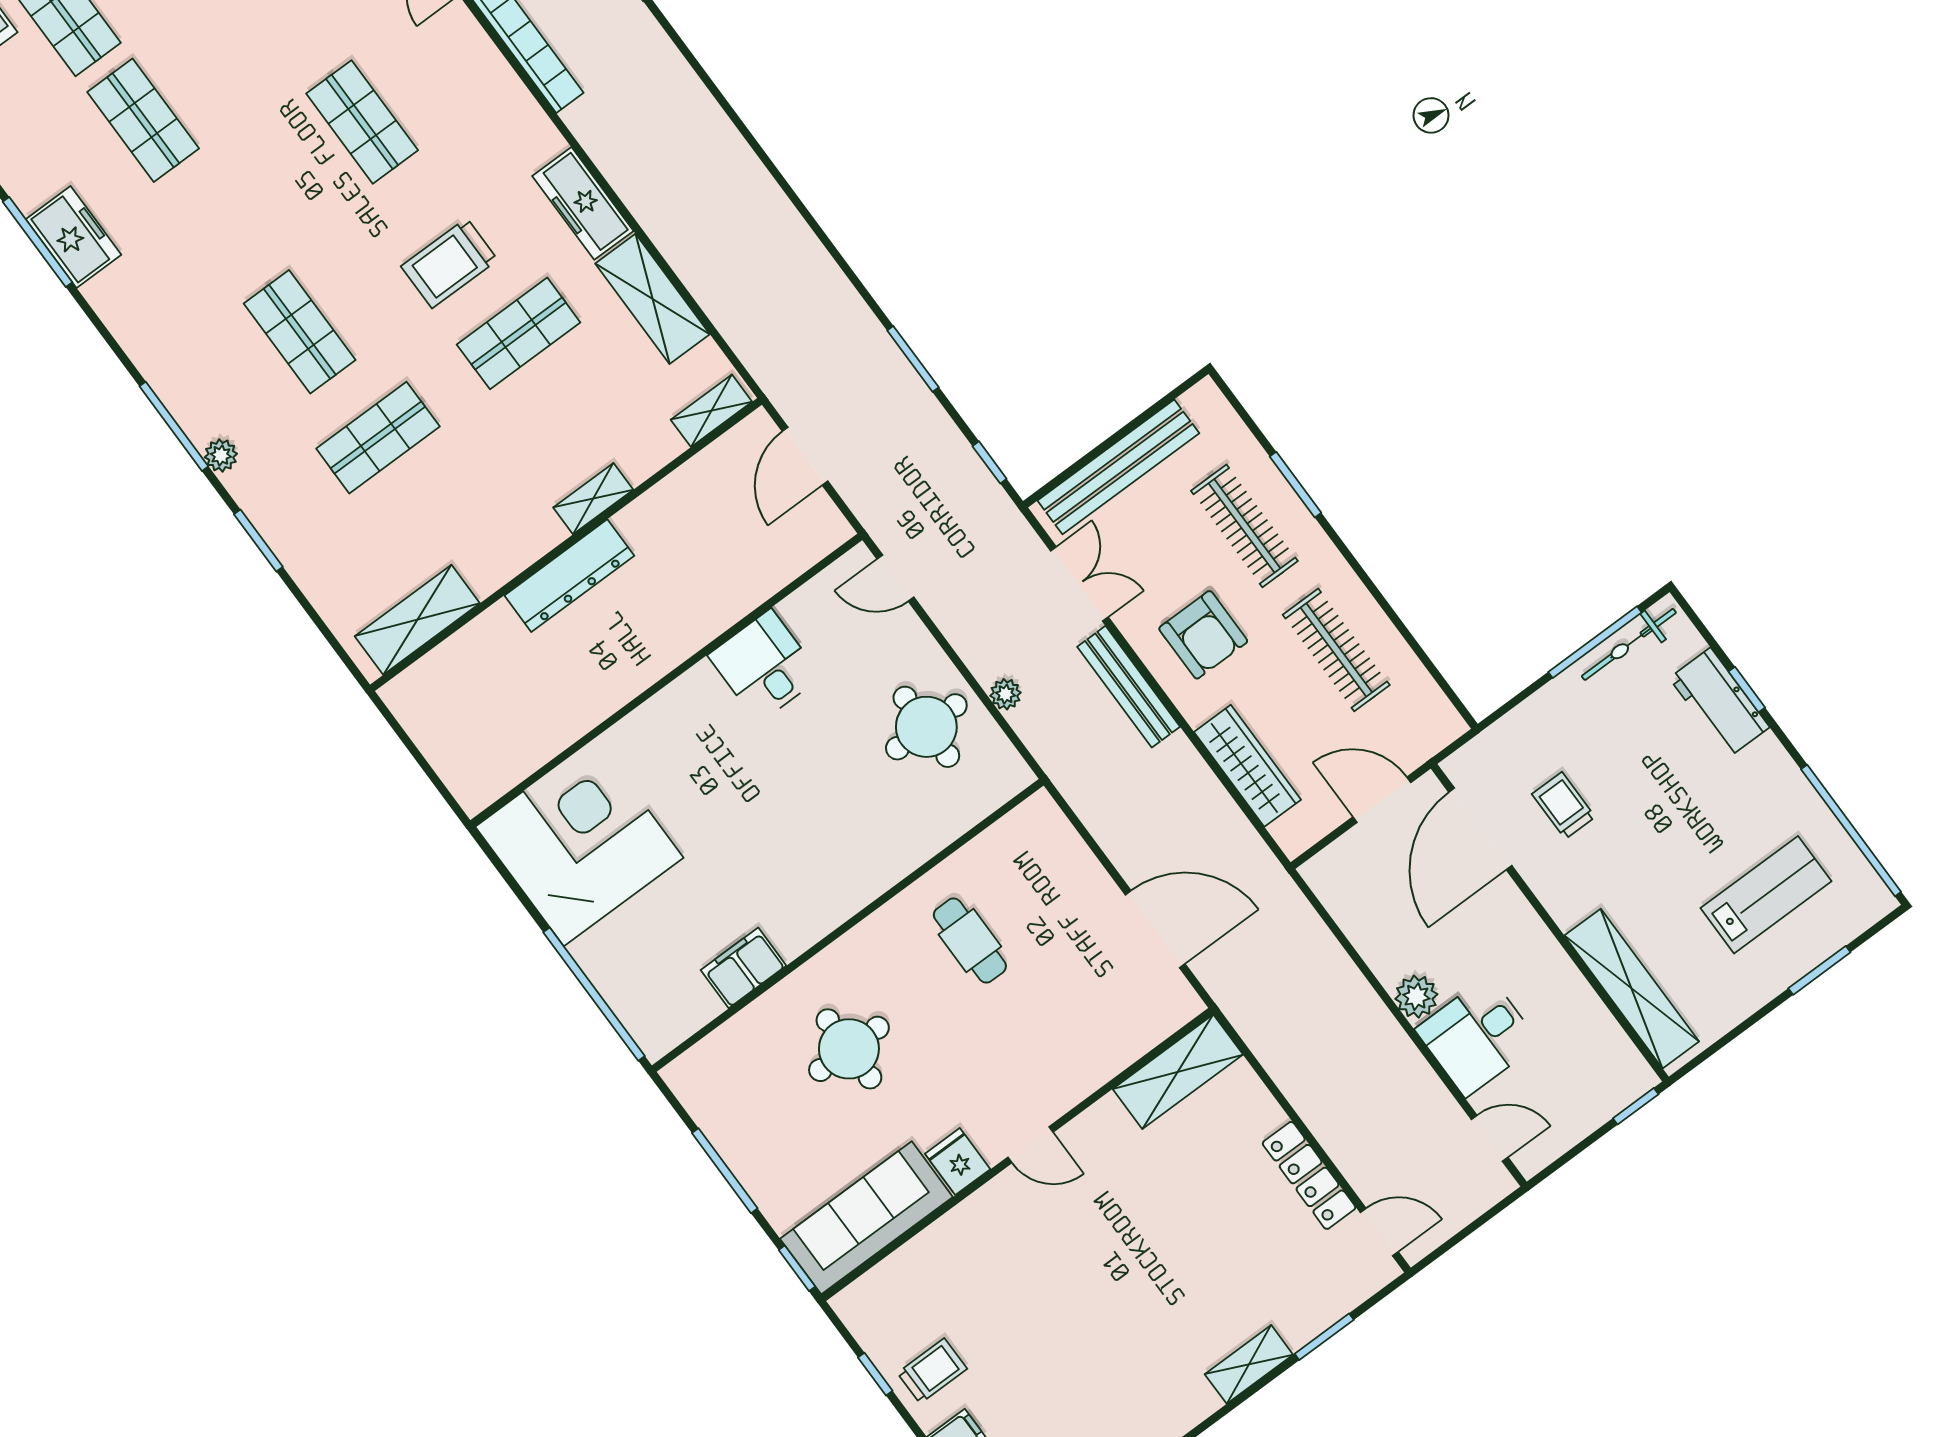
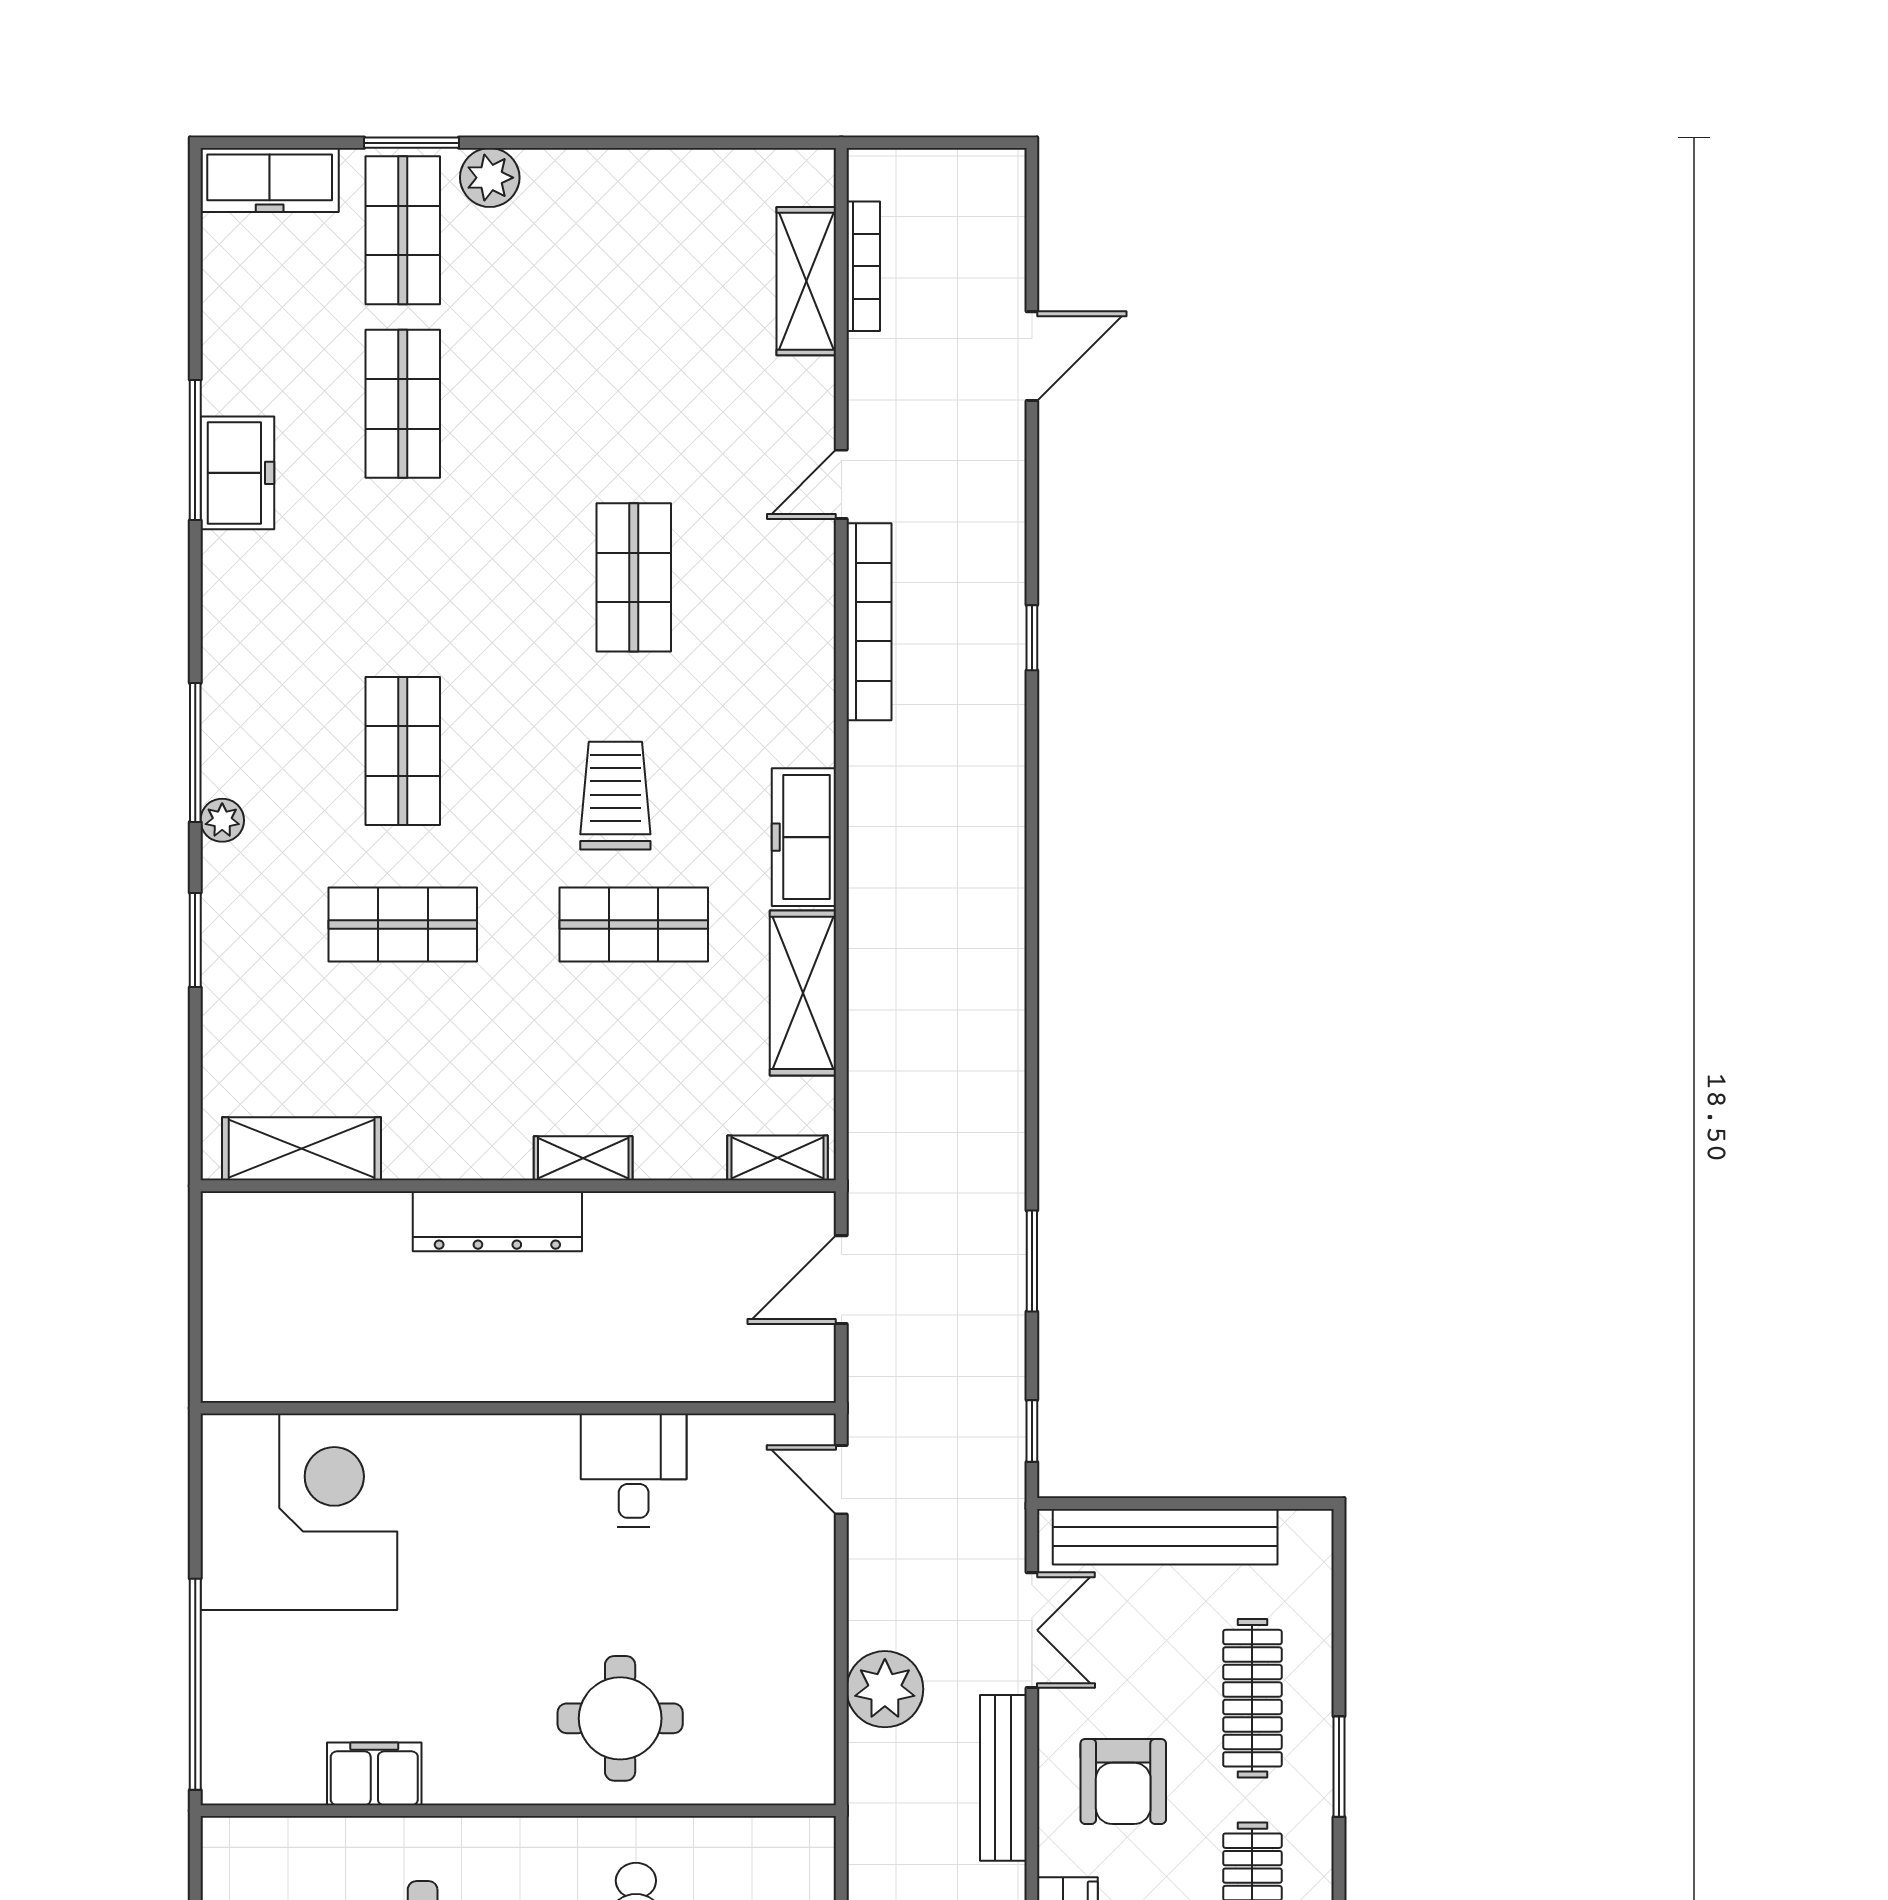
trolley: (449, 263) -> (615, 796), turned 90
window: (1296, 485) -> (1339, 1767), moved
plant: (1005, 694) -> (885, 1689), width x1.88, depth x1.88
round table: (926, 727) -> (620, 1718), moved

